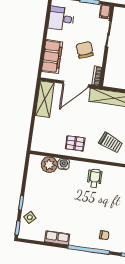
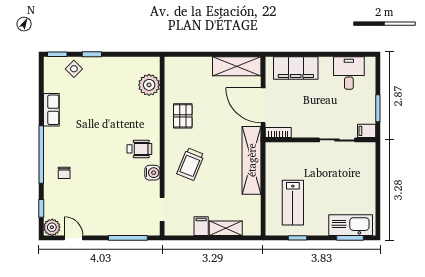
chair: (85, 50) -> (311, 111), removed
water cooler: (64, 164) -> (152, 173), moved

